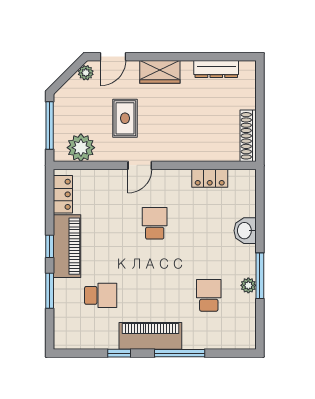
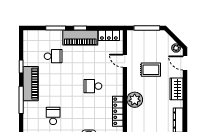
plant: (81, 148) -> (135, 100), moved
door: (140, 165) -> (125, 61), moved
locker: (210, 178) -> (118, 111), width x1.53
school desk: (155, 223) -> (93, 86), turned 180
school desk: (101, 295) -> (53, 56), turned -90
school desk: (209, 295) -> (53, 116), turned -90

